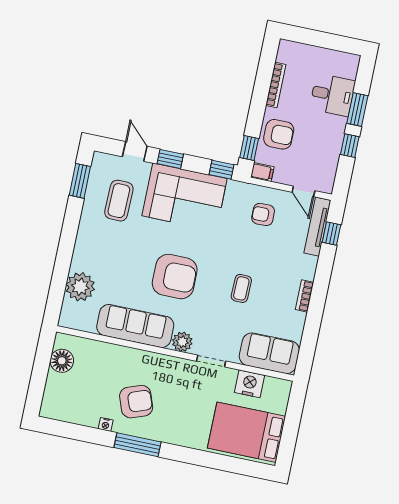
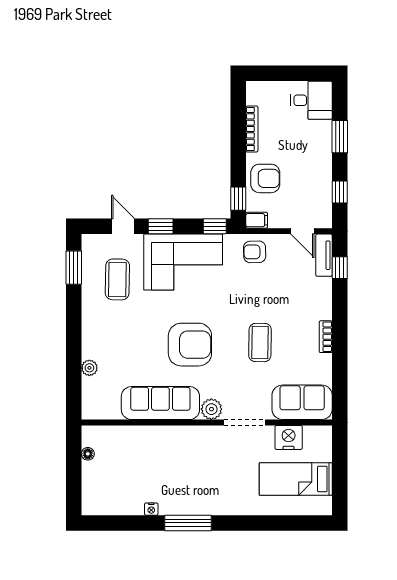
desk: (332, 95) -> (311, 100), moved
window: (350, 146) -> (340, 192), moved
armchair: (263, 214) -> (255, 252), moved
tv unit: (317, 227) -> (324, 255), width x0.71
plant: (80, 287) -> (89, 368), width x0.53, depth x0.53
coffee table: (241, 288) -> (260, 343), width x1.36, depth x1.30
floor lamp: (62, 361) -> (88, 454), width x0.53, depth x0.53
doorway: (211, 361) -> (245, 422), width x1.38
armchair: (136, 402) -> (177, 479), removed
bed: (247, 432) -> (296, 479), width x0.67

